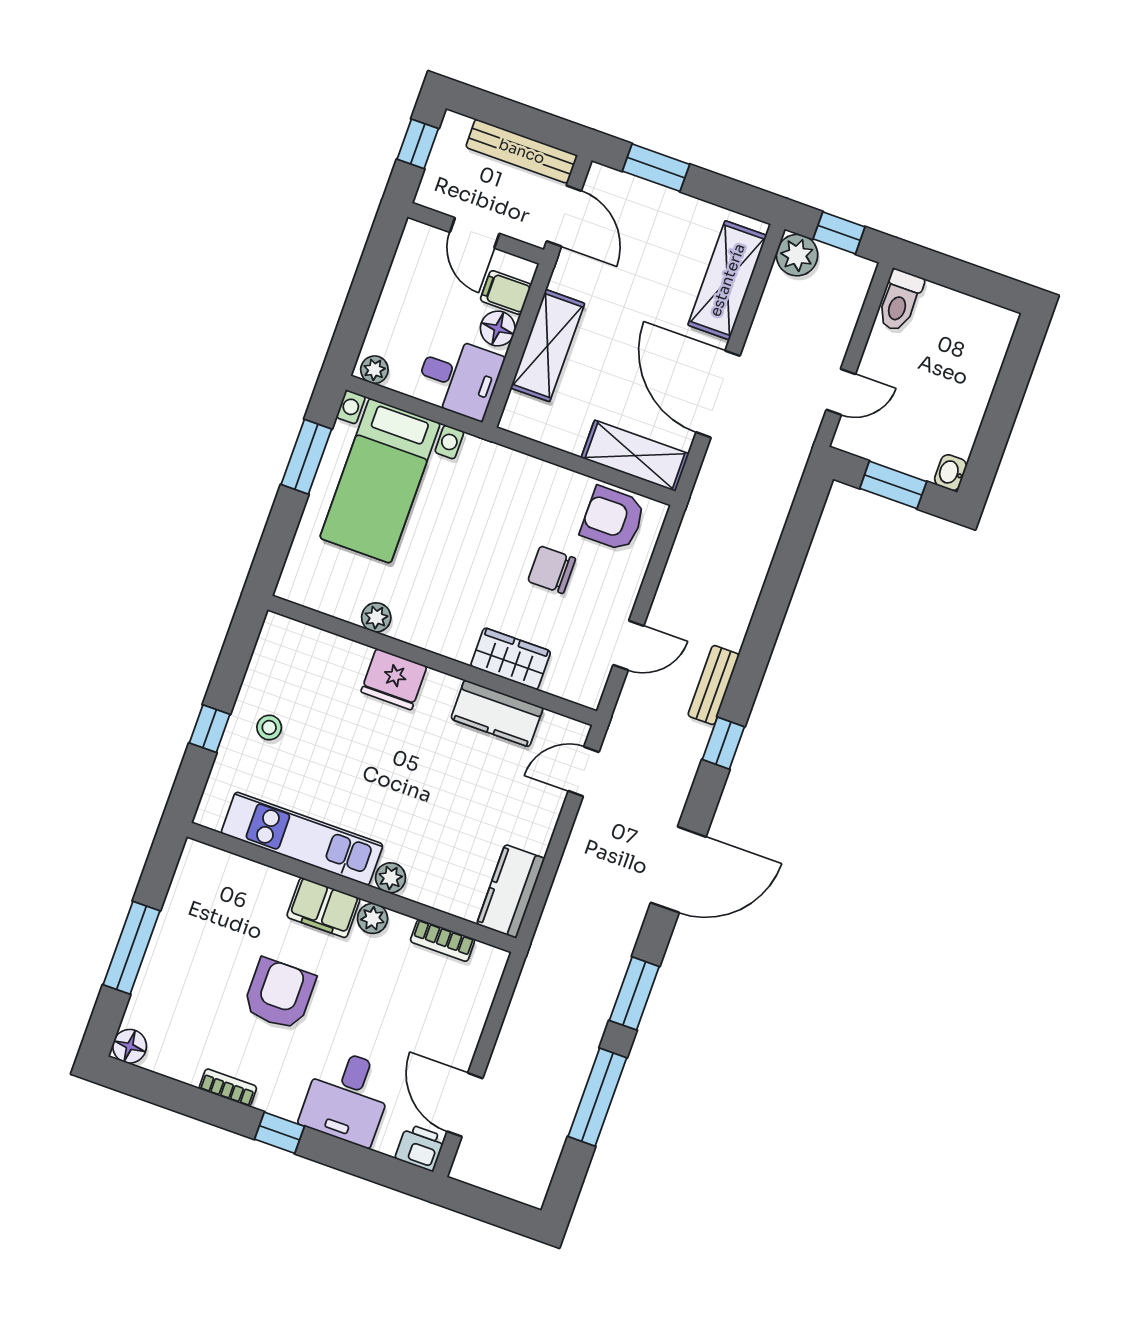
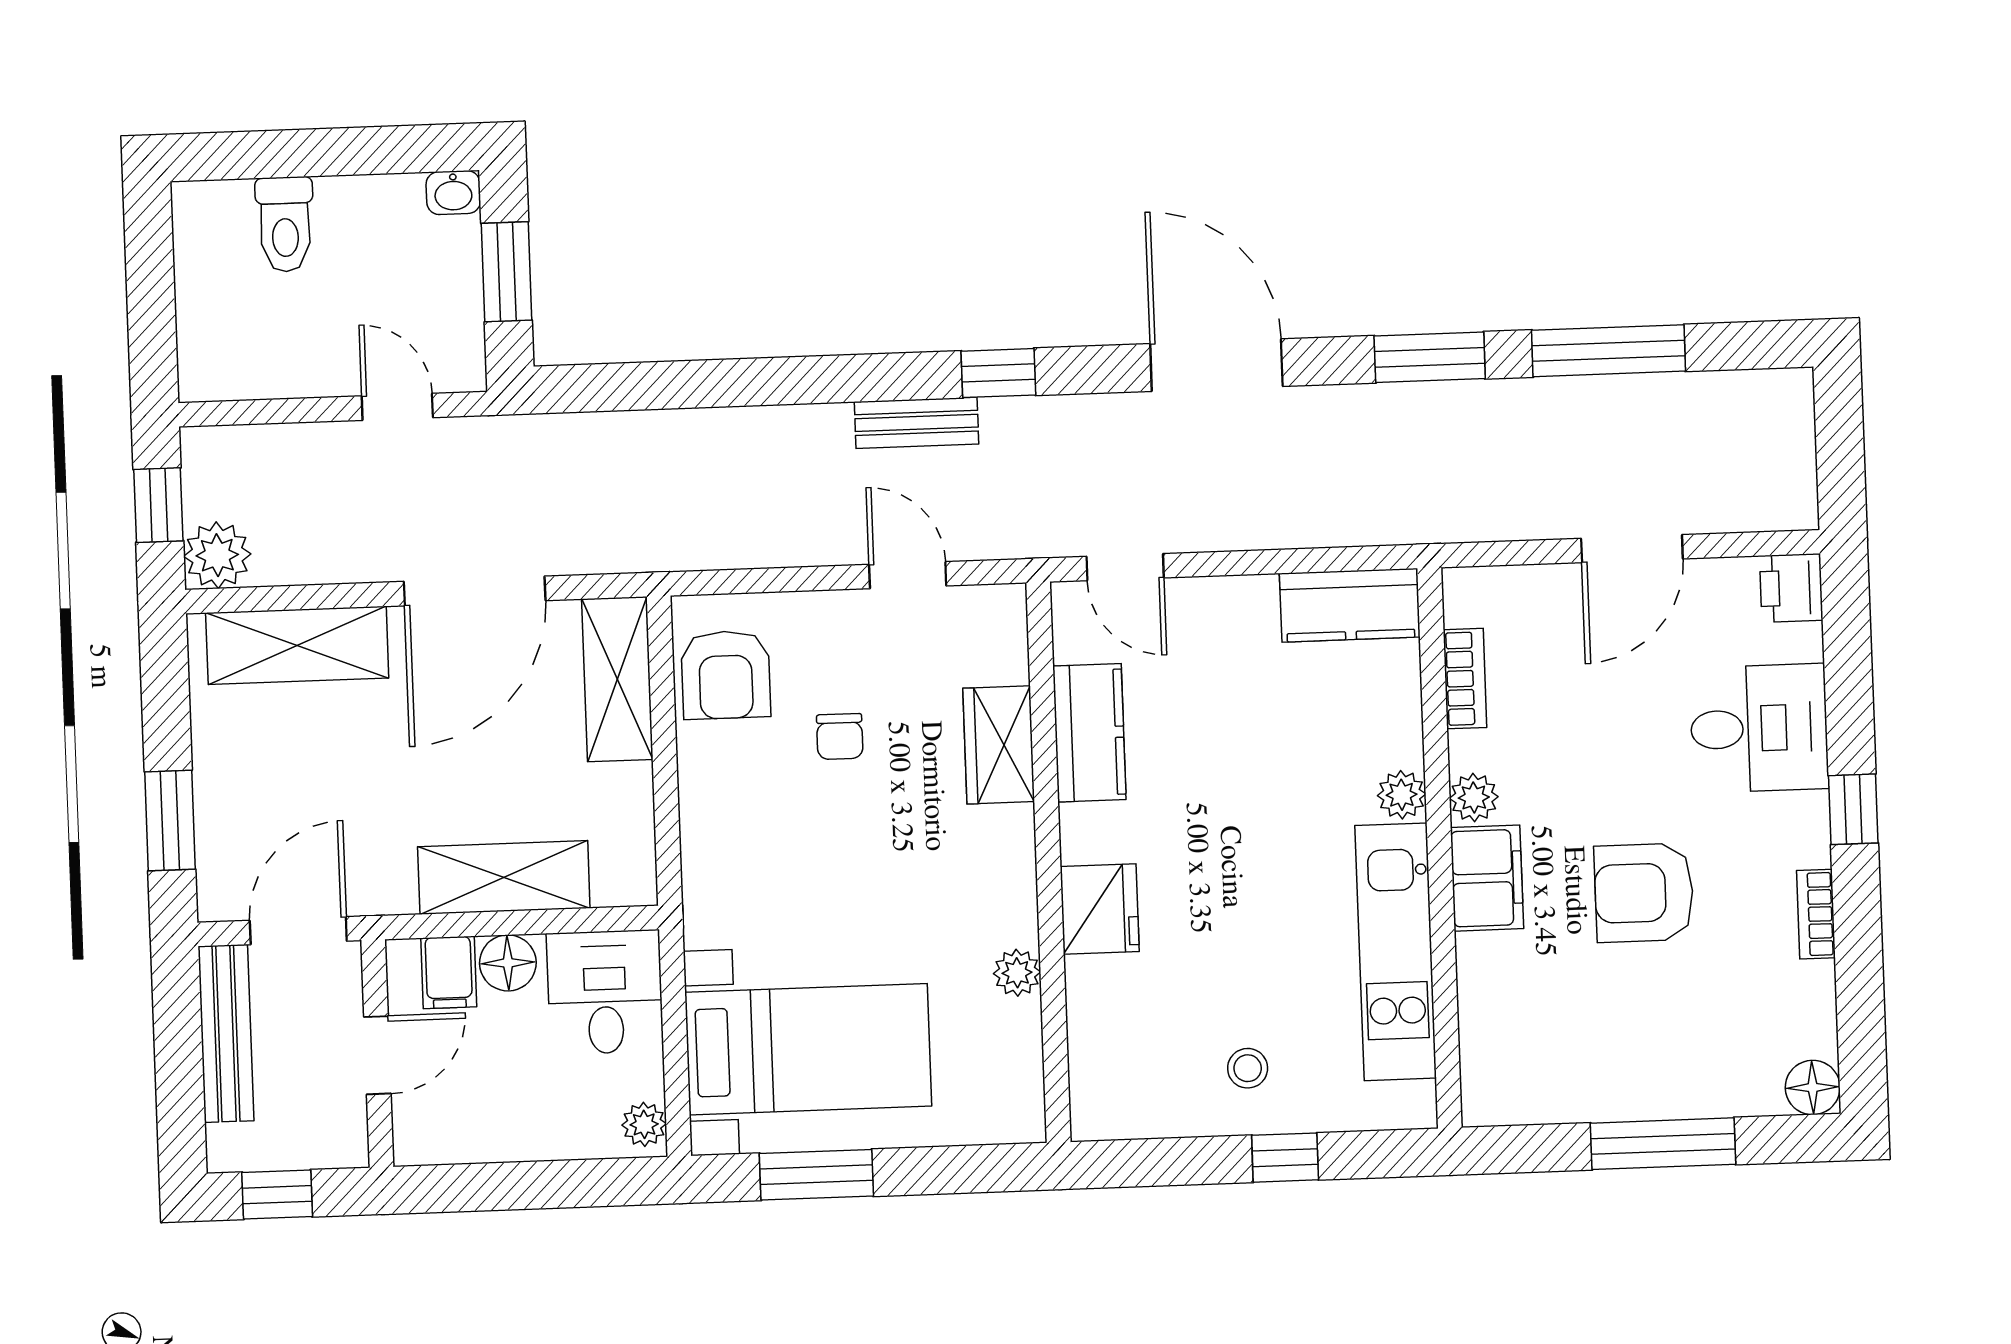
toilet: (900, 301) -> (285, 224), moved, turned 90
chair: (552, 570) -> (840, 737), width x0.73, depth x0.73
door: (465, 1105) -> (1632, 549), moved

